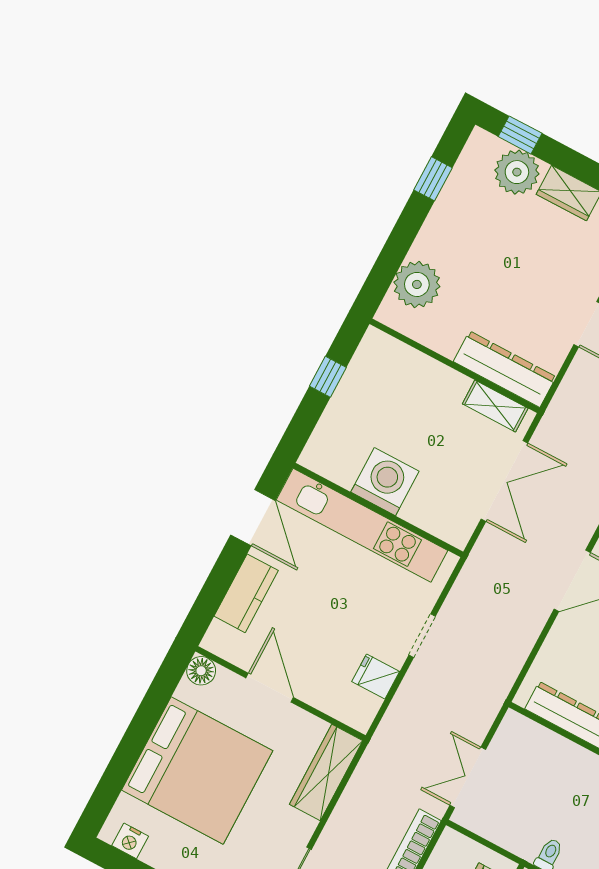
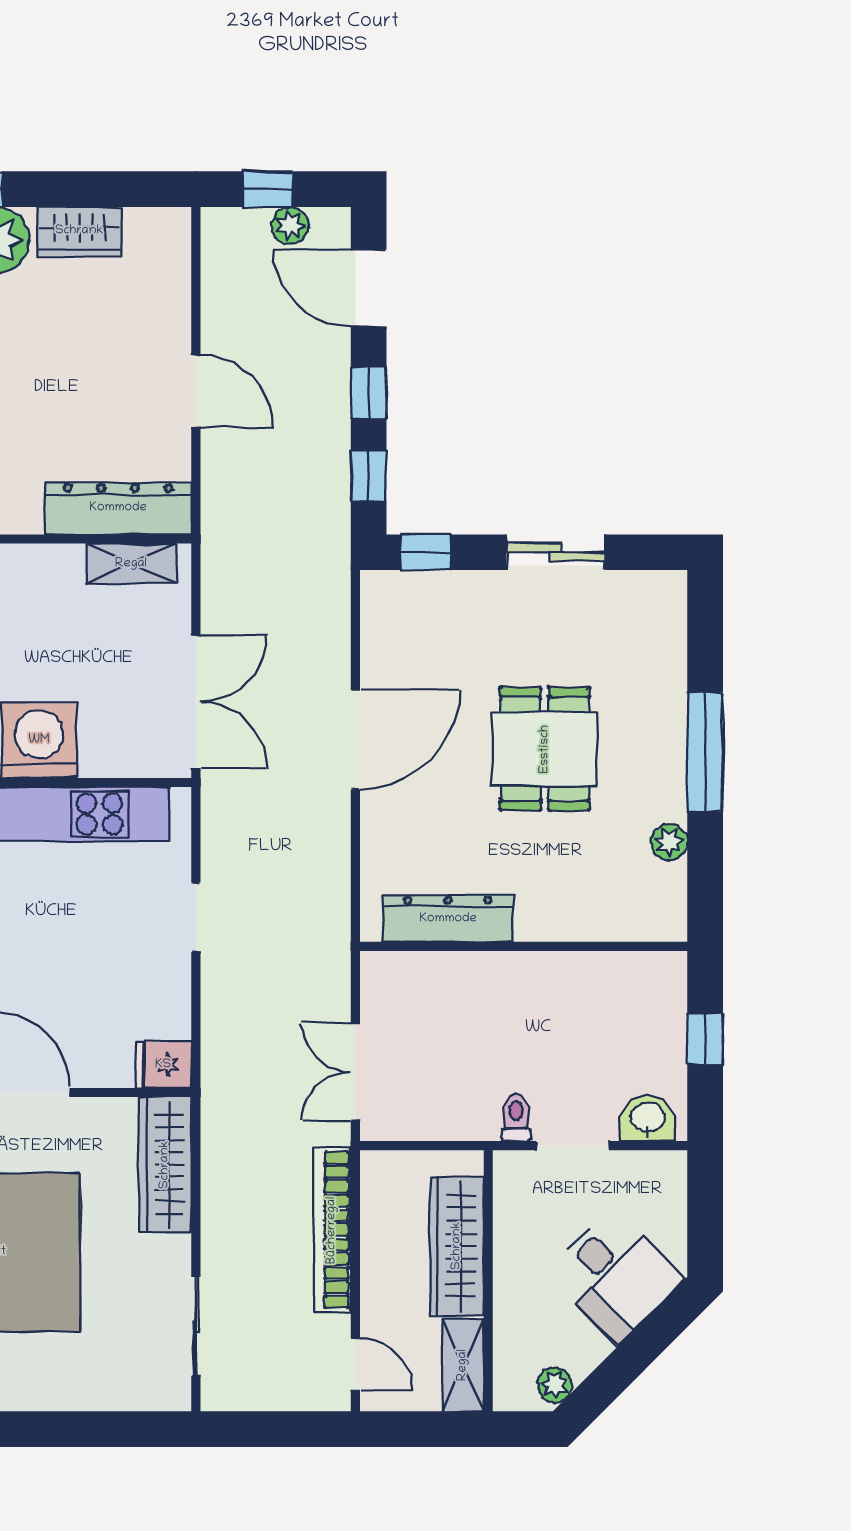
double door: (504, 481) -> (196, 702), moved
fridge: (376, 677) -> (163, 1065), moved

